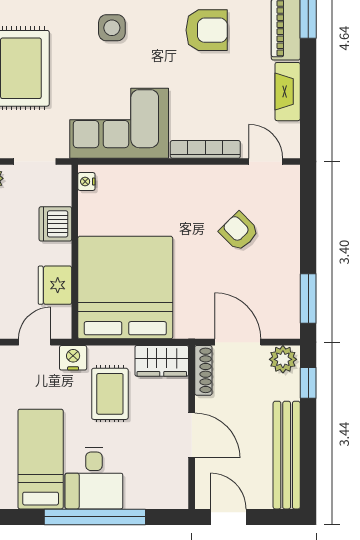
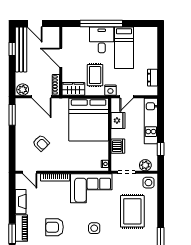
window: (308, 383) -> (12, 49), moved
door: (228, 517) -> (35, 24), moved

